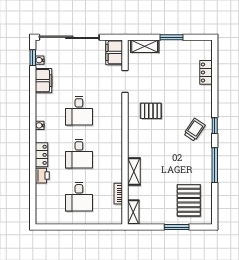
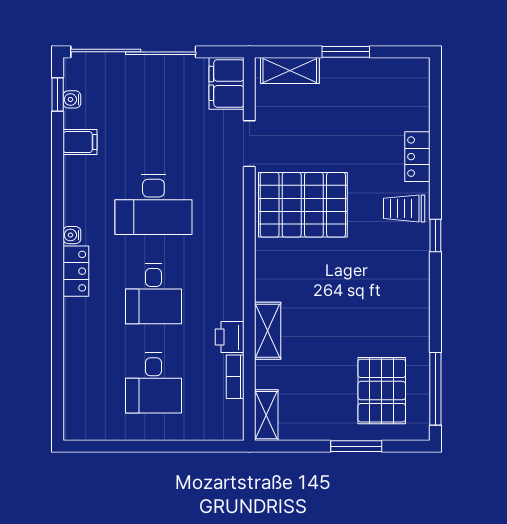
locker: (206, 72) -> (417, 157), moved
filing cabinet: (44, 81) -> (80, 142), width x0.50
desk: (79, 111) -> (153, 204), width x1.37
pallet: (151, 111) -> (303, 205), width x2.05, depth x2.00
trolley: (195, 130) -> (404, 208), moved, turned -124
locker: (42, 155) -> (76, 271), moved
window: (215, 165) -> (435, 389), moved
printer: (42, 176) -> (230, 337), moved, turned 180

